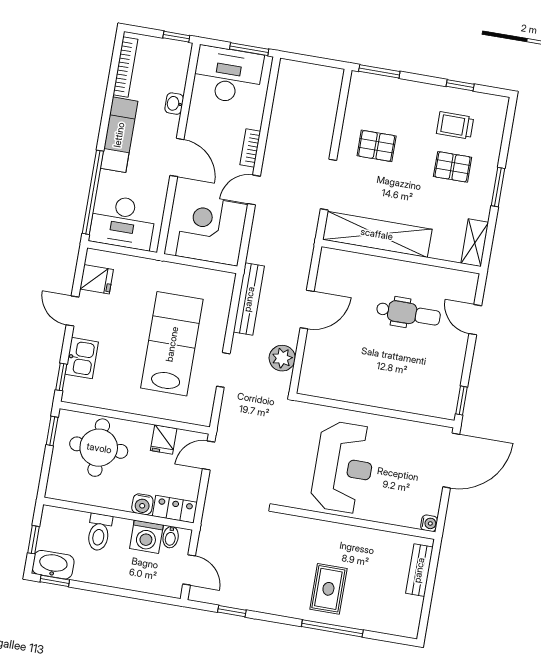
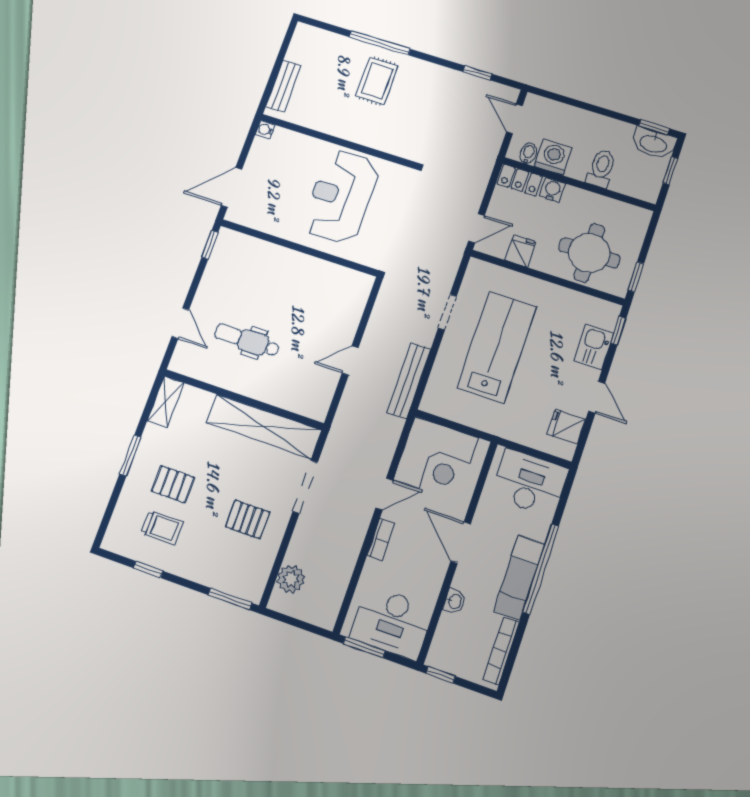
window: (93, 192) -> (541, 569), moved
door: (307, 309) -> (350, 360), width x0.73
lab bench: (172, 344) -> (497, 347), turned 180
plant: (282, 358) -> (291, 579), moved
door: (451, 460) -> (232, 187), width x0.73

